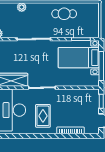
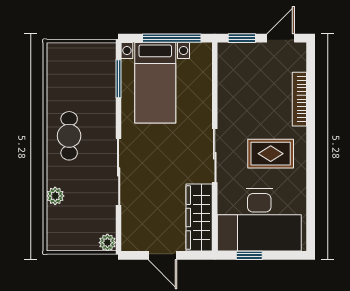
cafe table: (64, 14) -> (69, 136), moved

